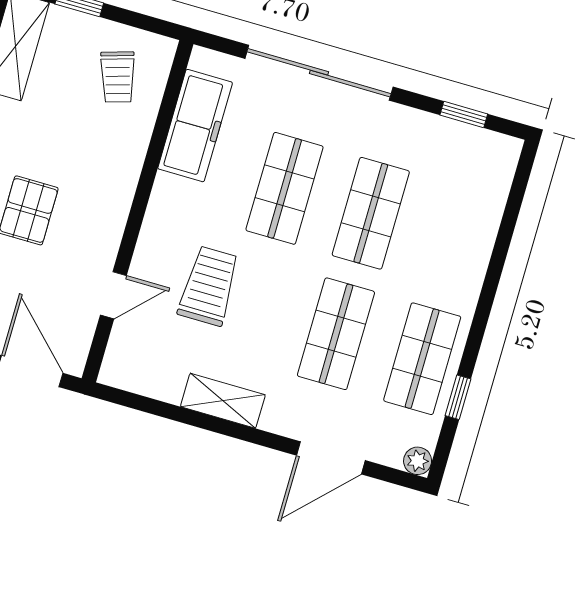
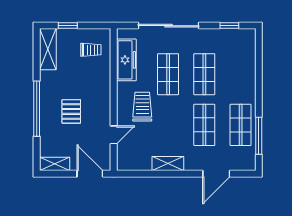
trolley: (118, 77) -> (91, 50), turned -73
trolley: (209, 286) -> (142, 107), moved
window: (458, 397) -> (259, 136), width x2.17
plant: (418, 461) -> (250, 165), removed

